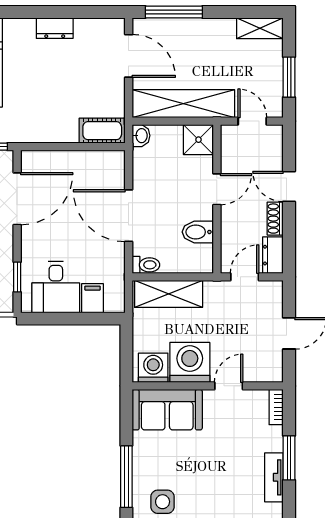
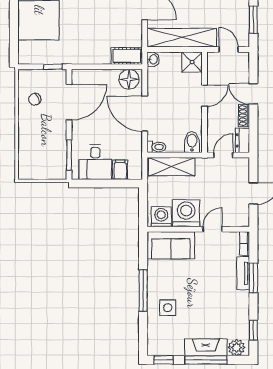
floor lamp: (106, 165) -> (129, 79), added
bidet: (198, 232) -> (192, 142), moved, turned 90
window: (17, 277) -> (69, 155), width x1.50
tv unit: (274, 477) -> (243, 273), moved

